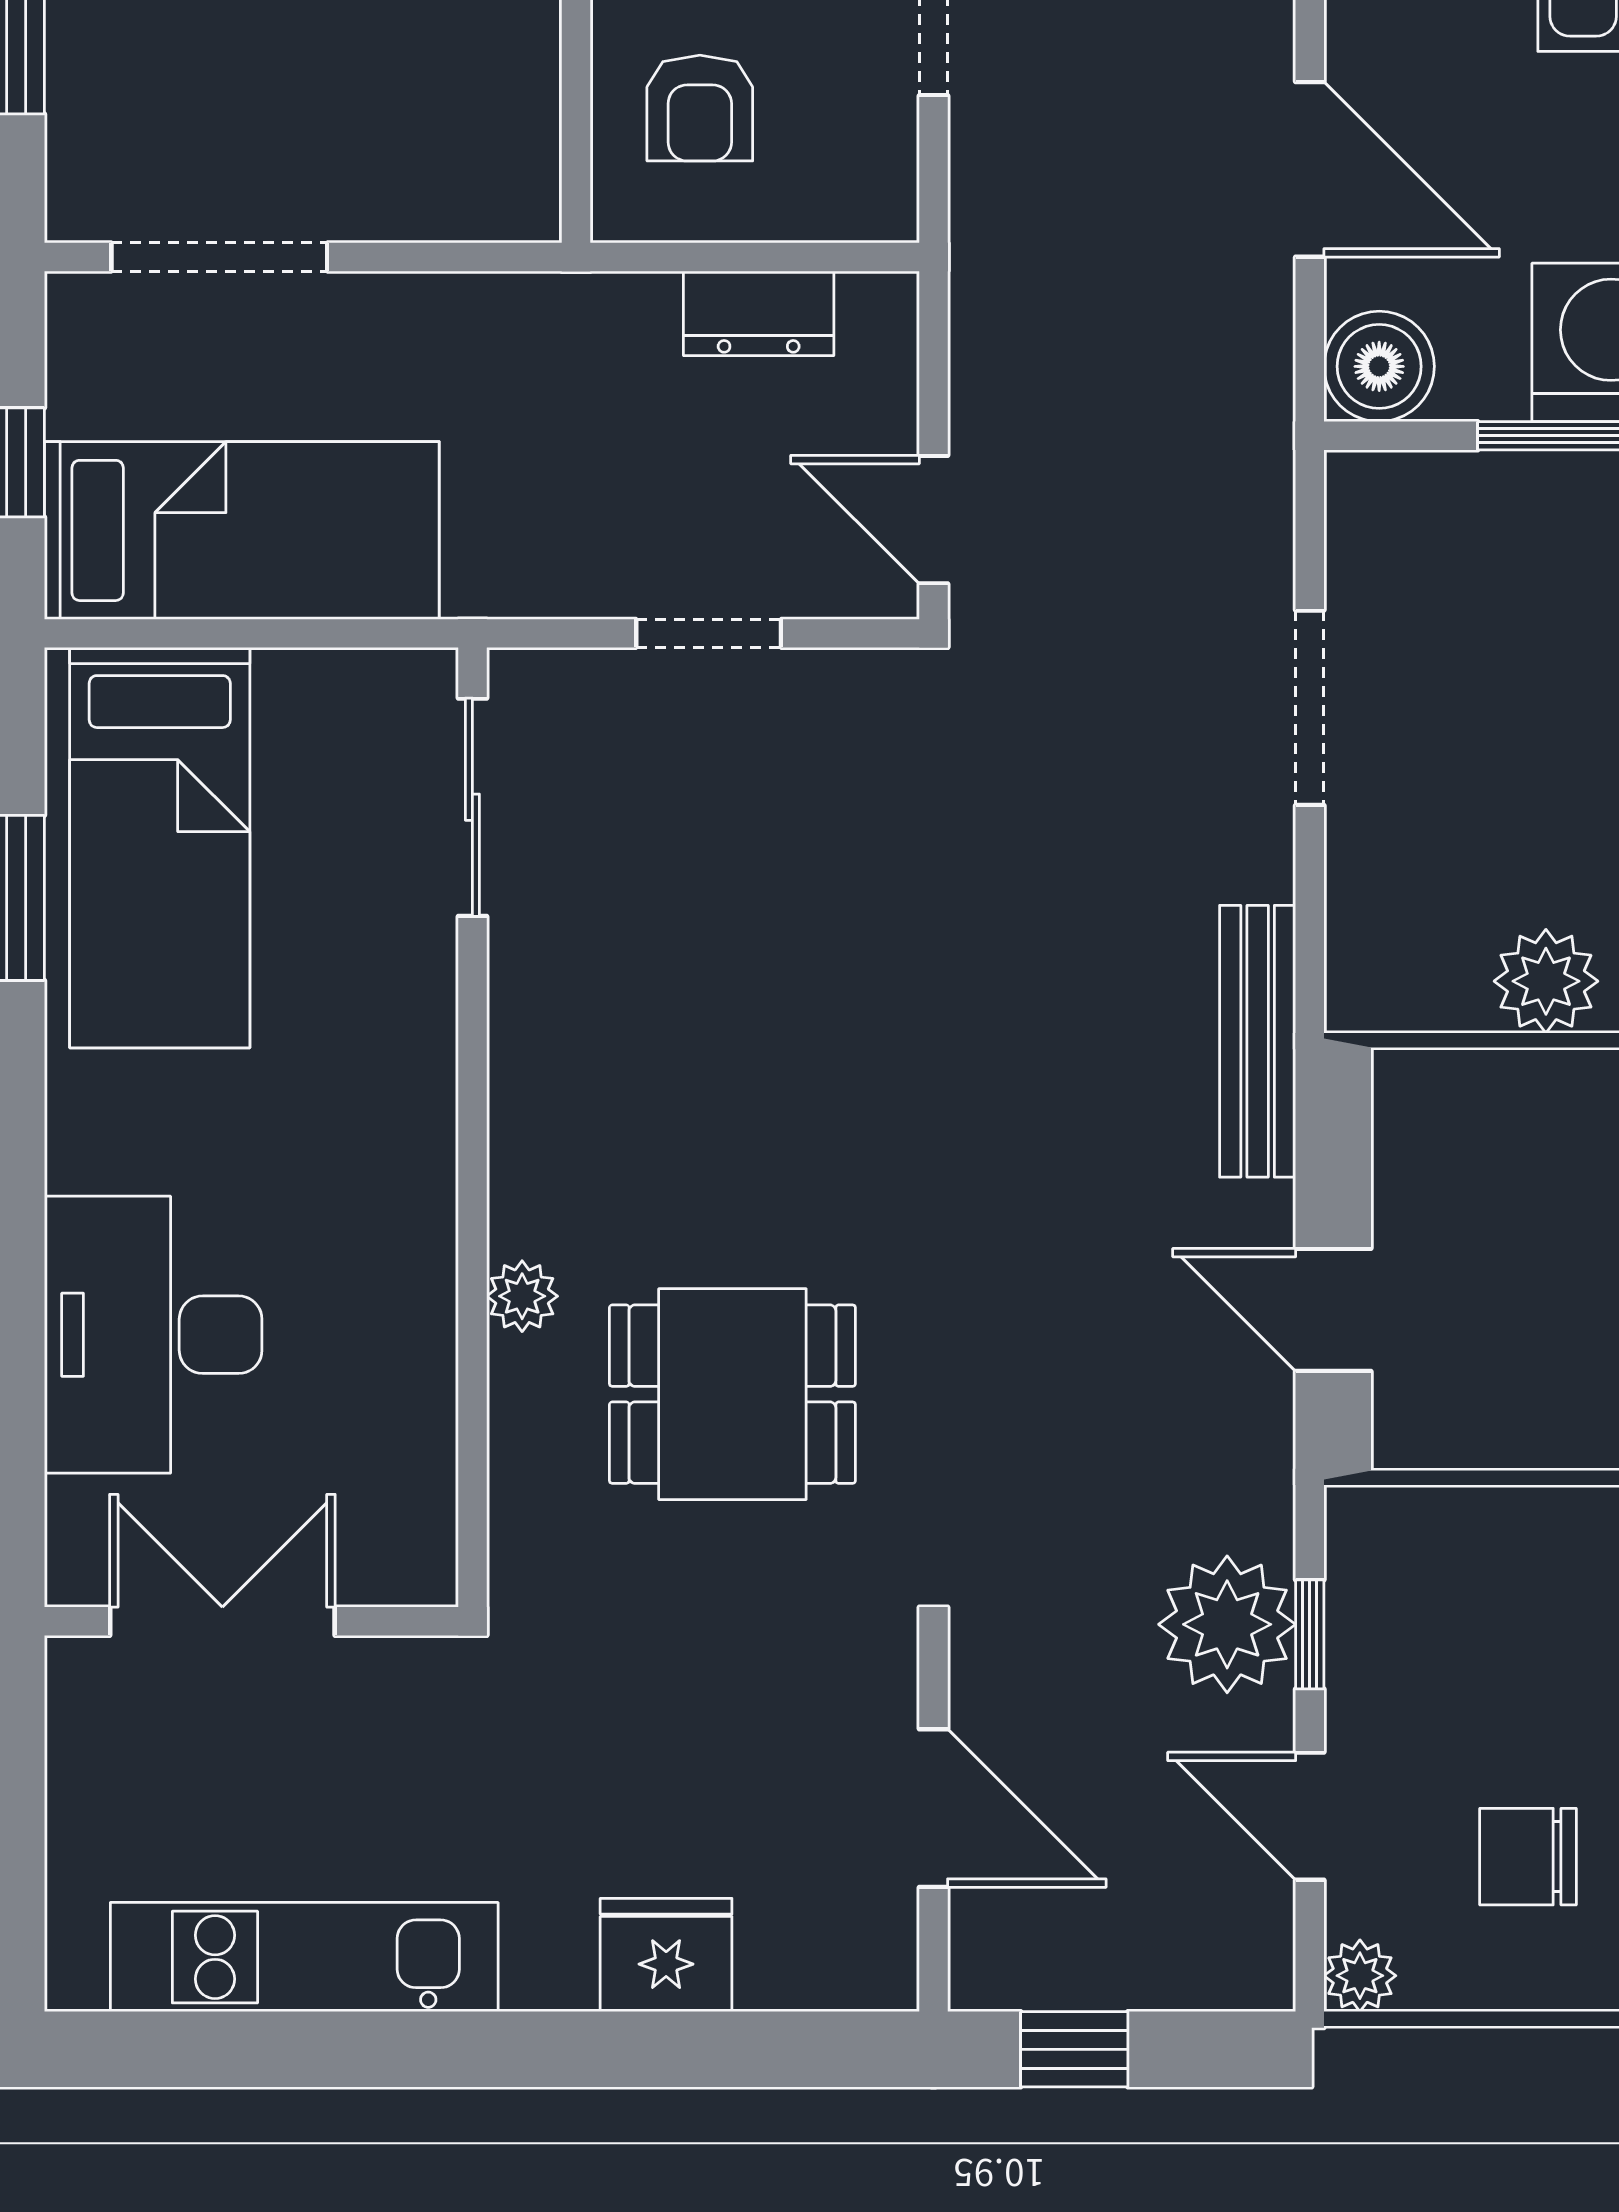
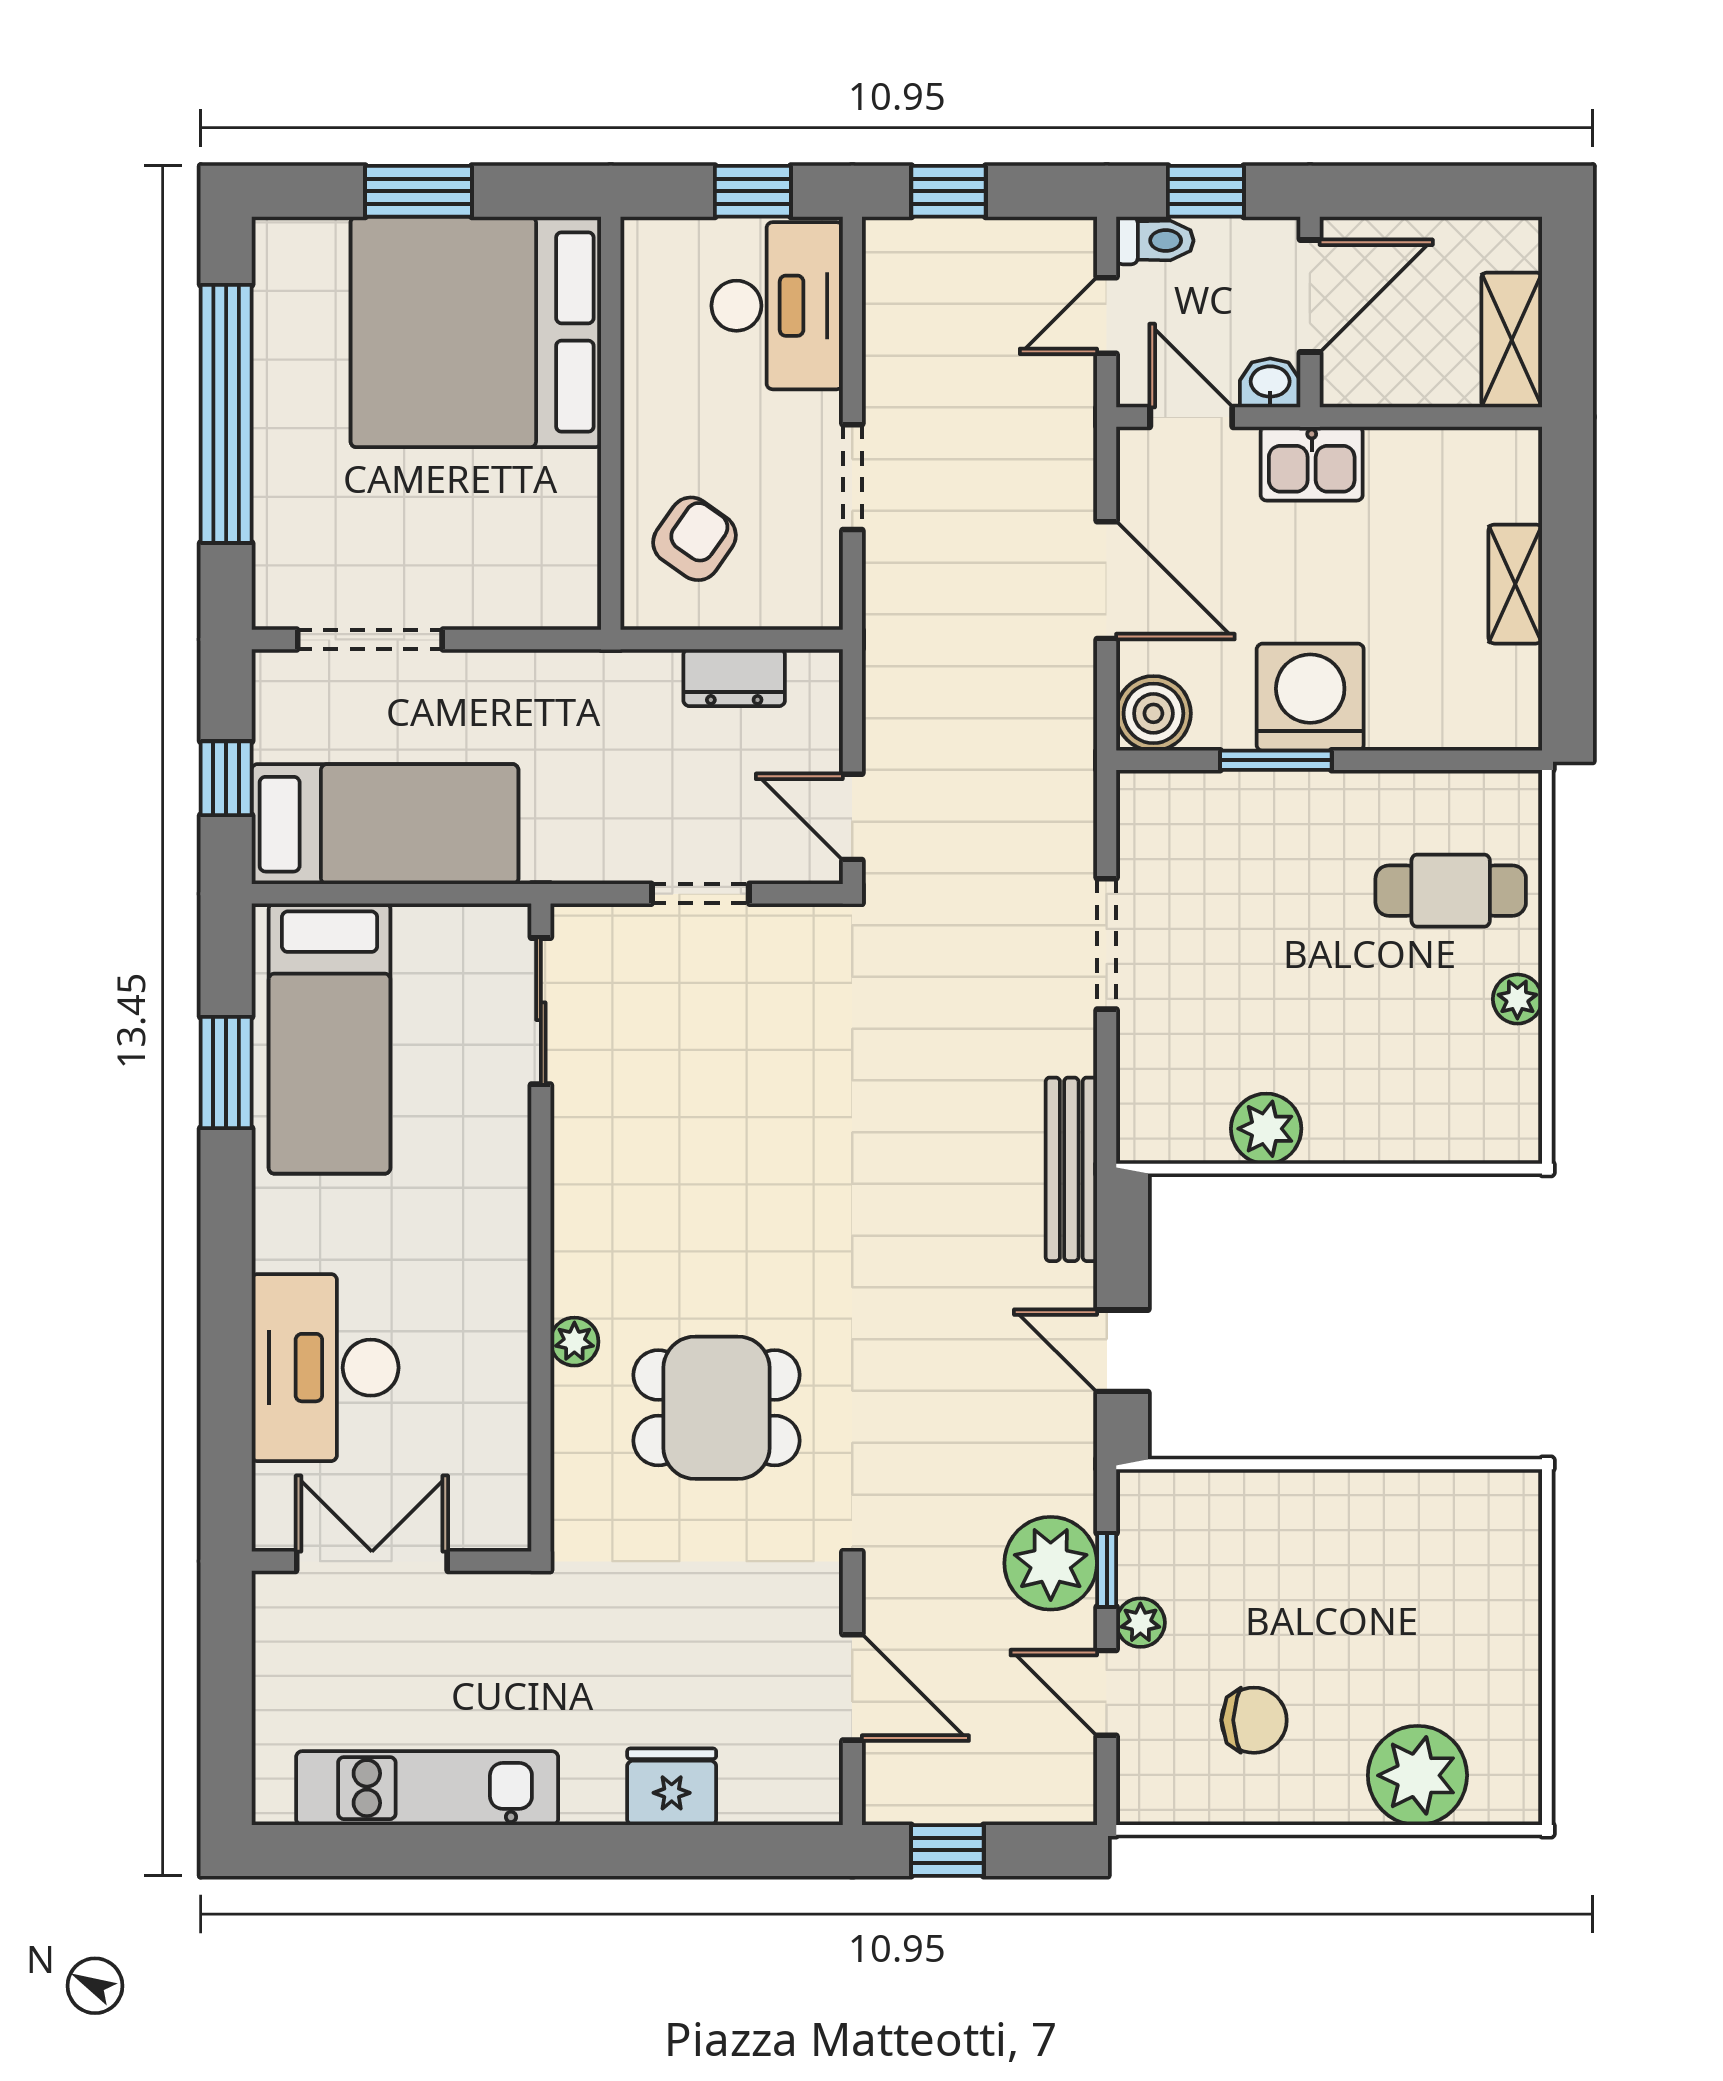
armchair: (700, 108) -> (694, 539), turned -145
chair: (1528, 1857) -> (1254, 1720), turned 180
plant: (1360, 1976) -> (1140, 1623), moved

